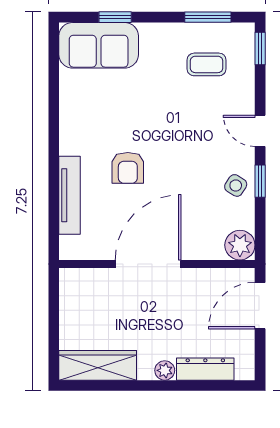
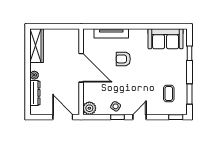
sofa: (99, 45) -> (166, 39), moved, turned -90

